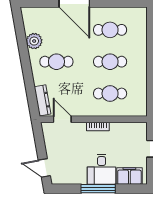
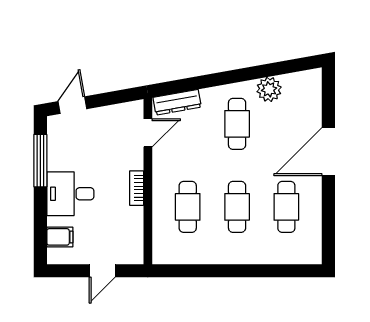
filing cabinet: (129, 176) -> (60, 237), width x0.50
window: (98, 189) -> (40, 161), moved

